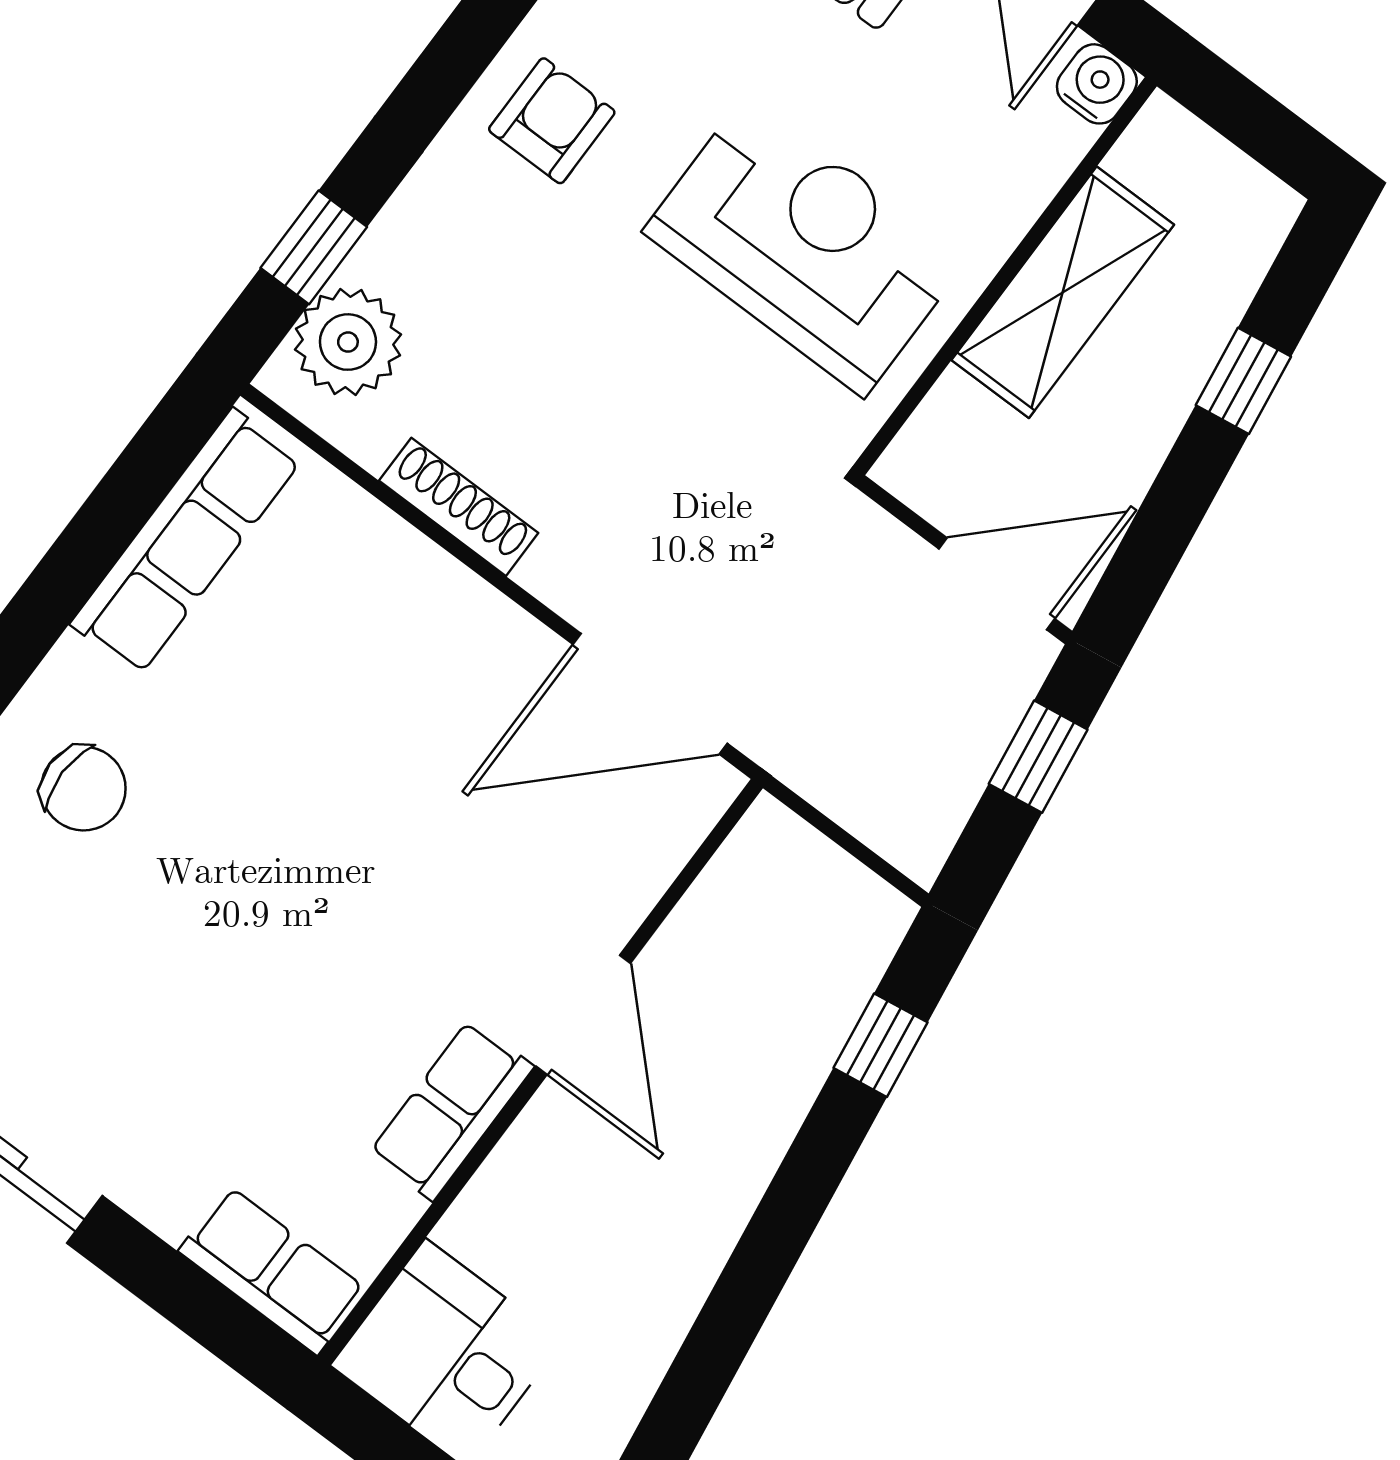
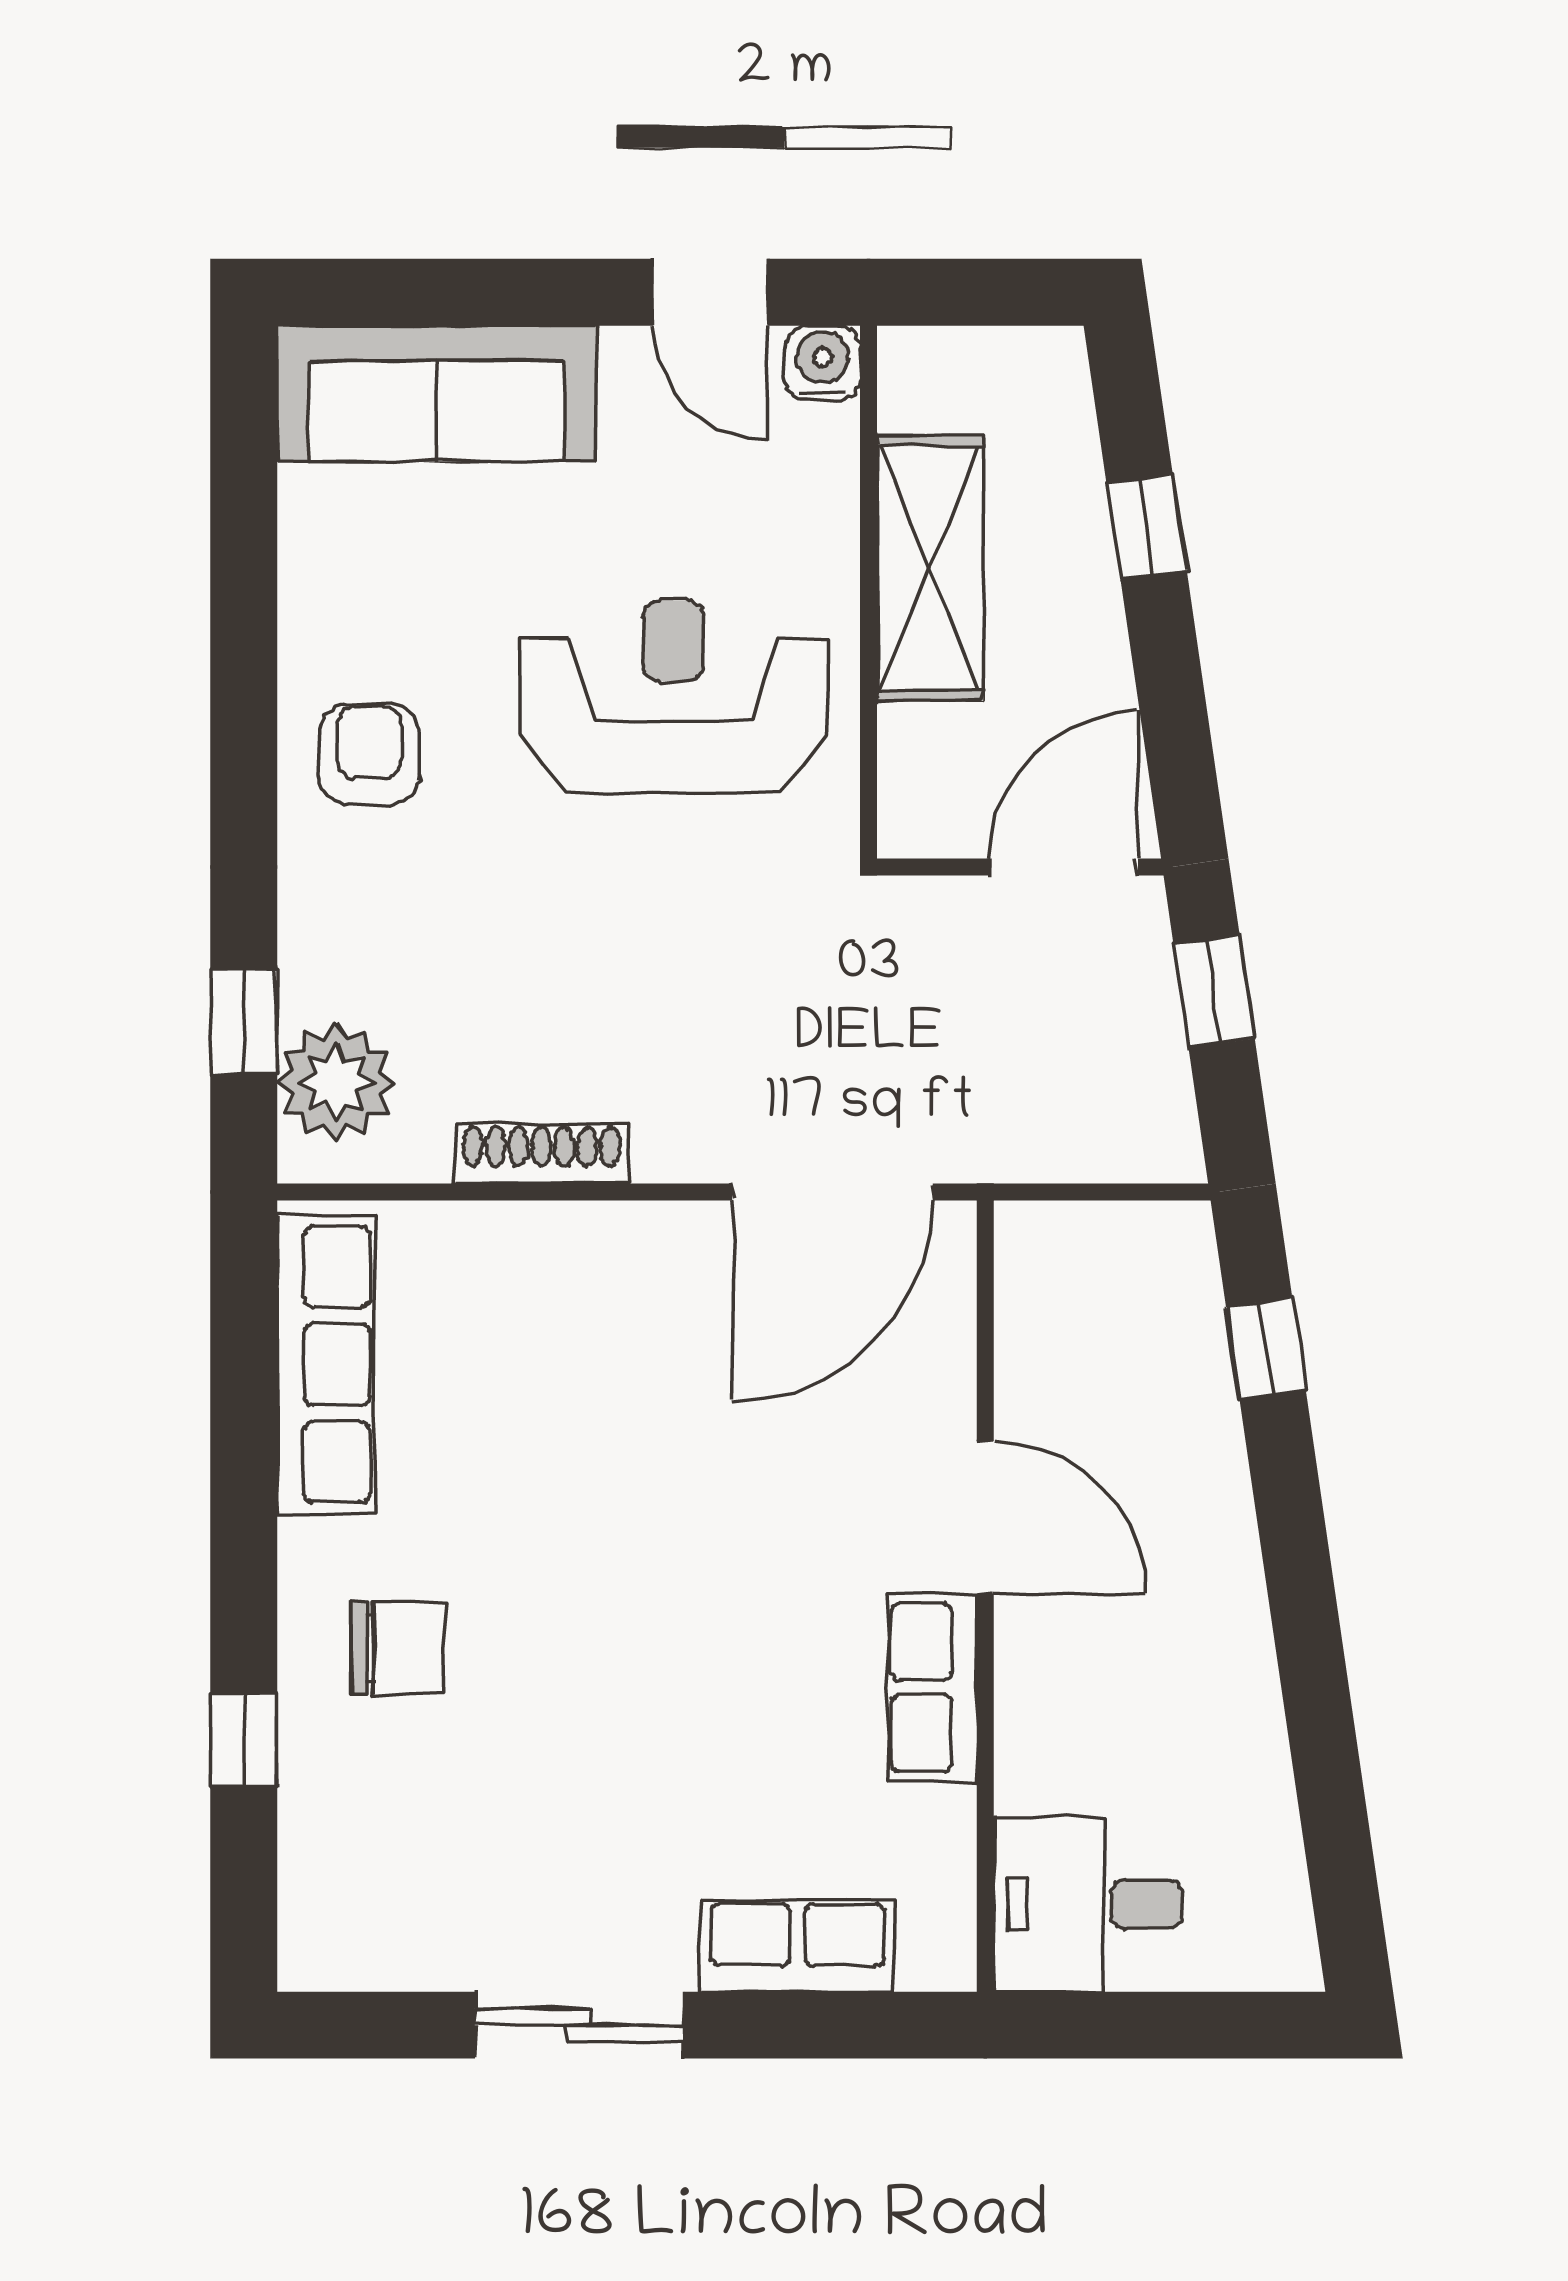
row of seats: (273, 1270) -> (798, 1946), moved

